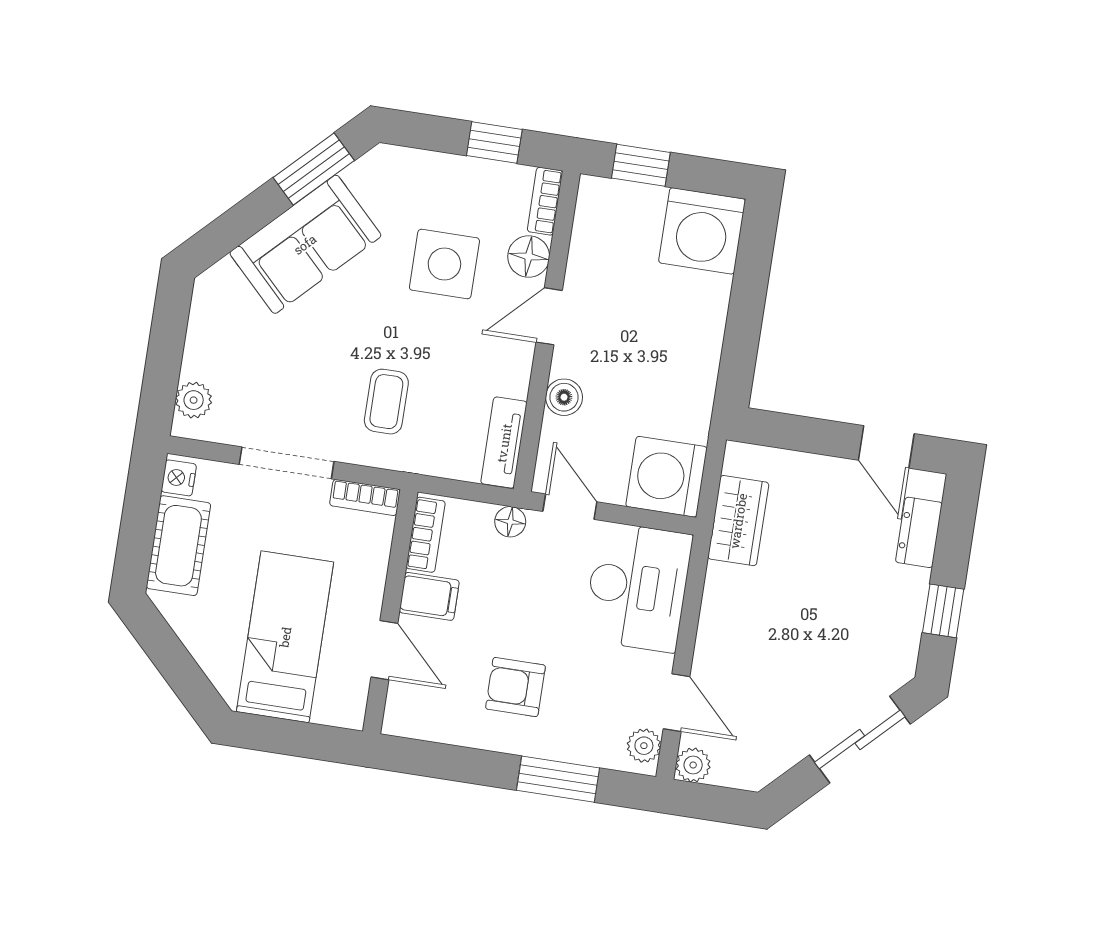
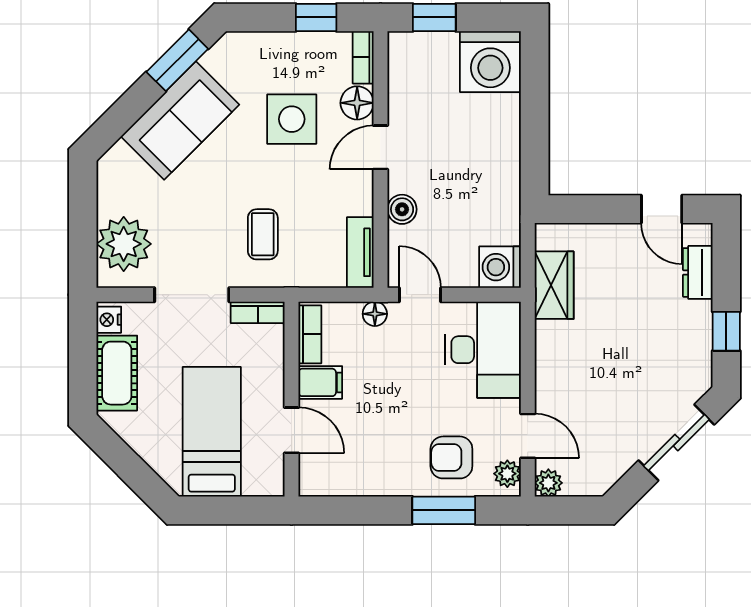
plant: (194, 400) -> (124, 244), width x1.87, depth x1.87
washing machine: (666, 477) -> (500, 267), width x0.73, depth x0.73
armchair: (515, 687) -> (451, 457), moved

